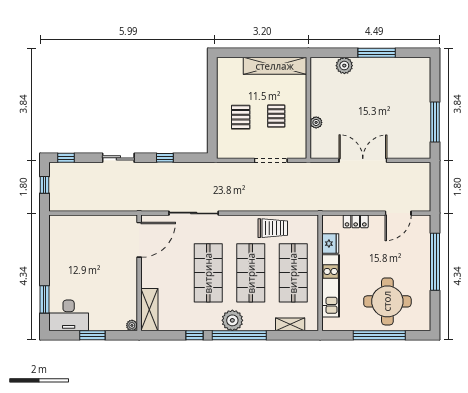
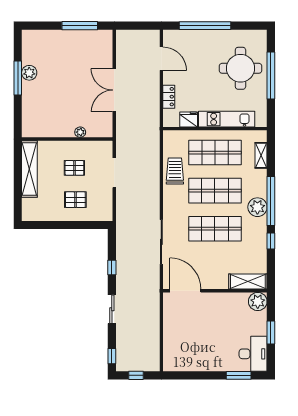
plant: (344, 66) -> (29, 73), moved
plant: (132, 325) -> (258, 301), width x1.88, depth x1.88

